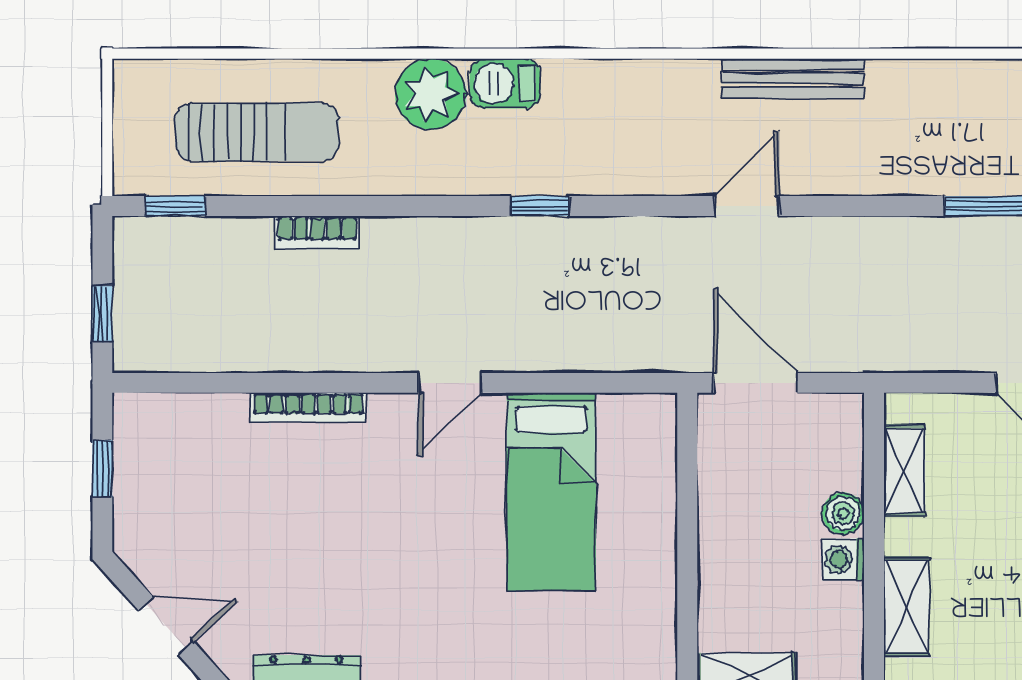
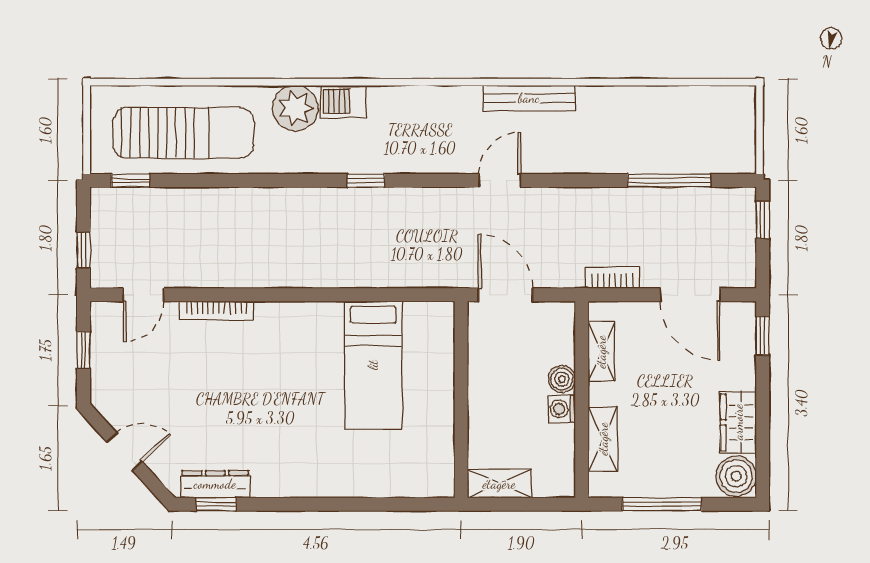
sun lounger: (257, 132) -> (183, 133), width x1.36, depth x1.34
bookcase: (317, 233) -> (612, 278), moved, turned 180
door: (450, 383) -> (143, 295), moved

